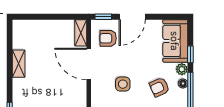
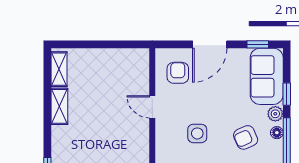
window: (103, 17) -> (258, 44), moved
shelving: (81, 33) -> (59, 69), moved
armchair: (108, 38) -> (178, 73), turned 90
door: (89, 64) -> (152, 107), width x0.53

